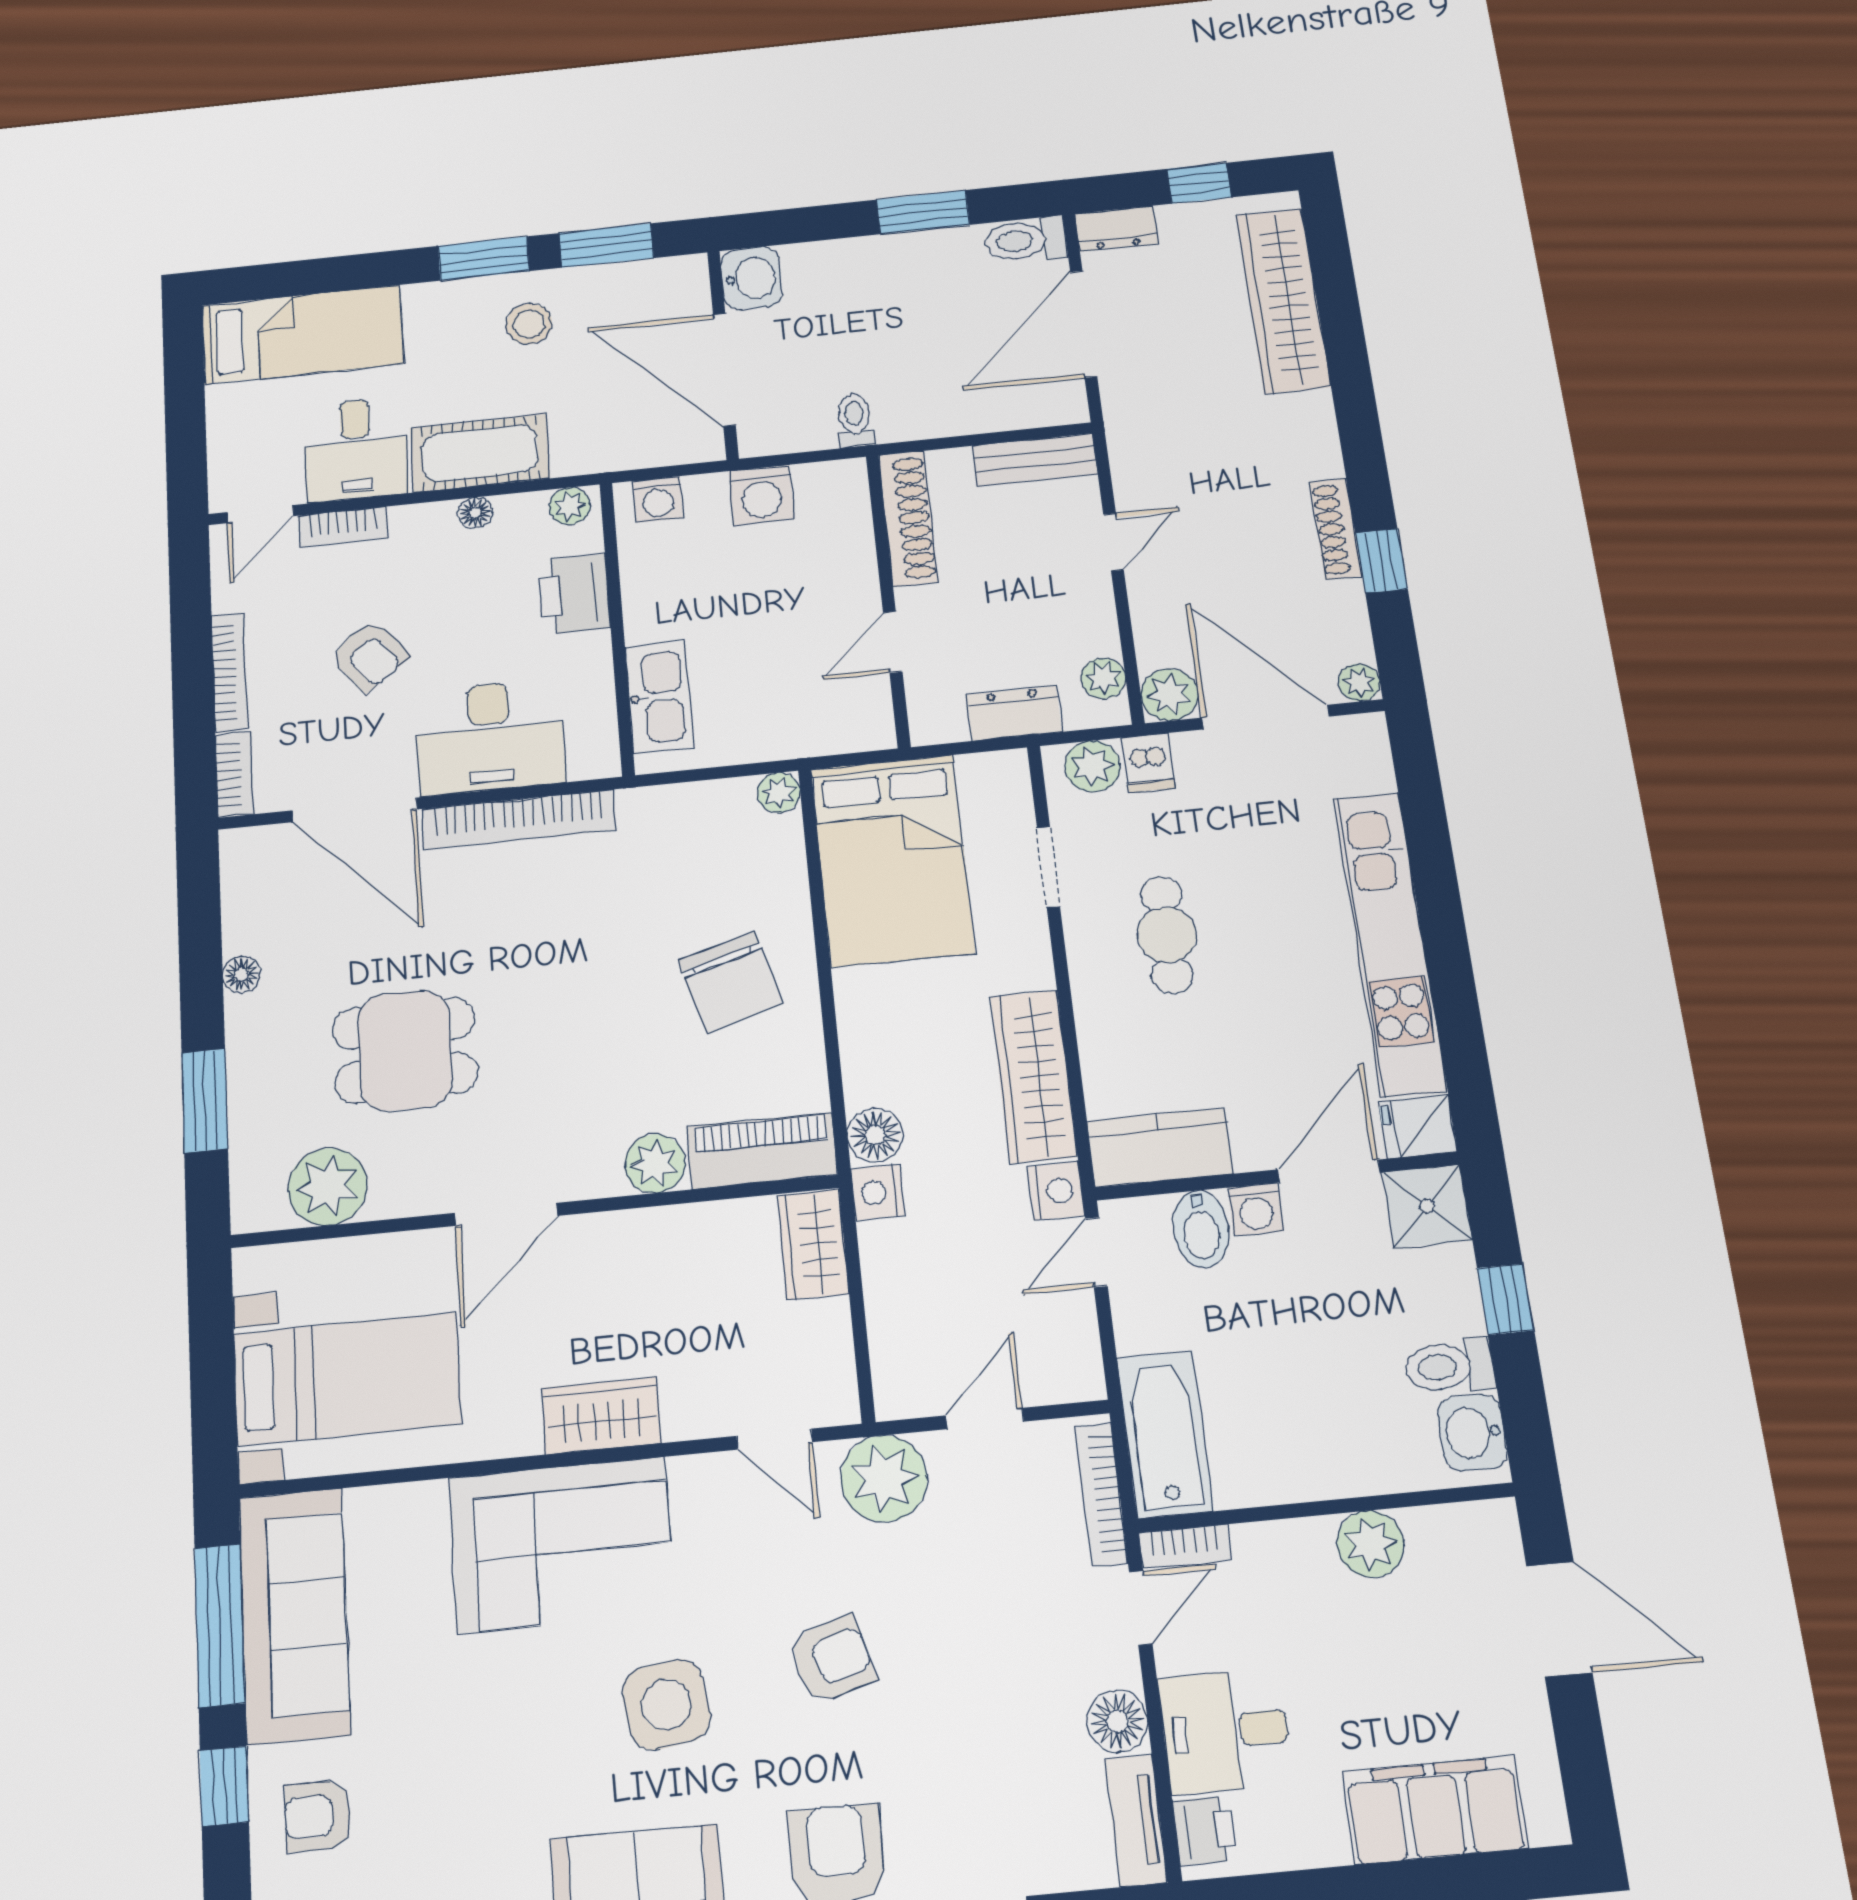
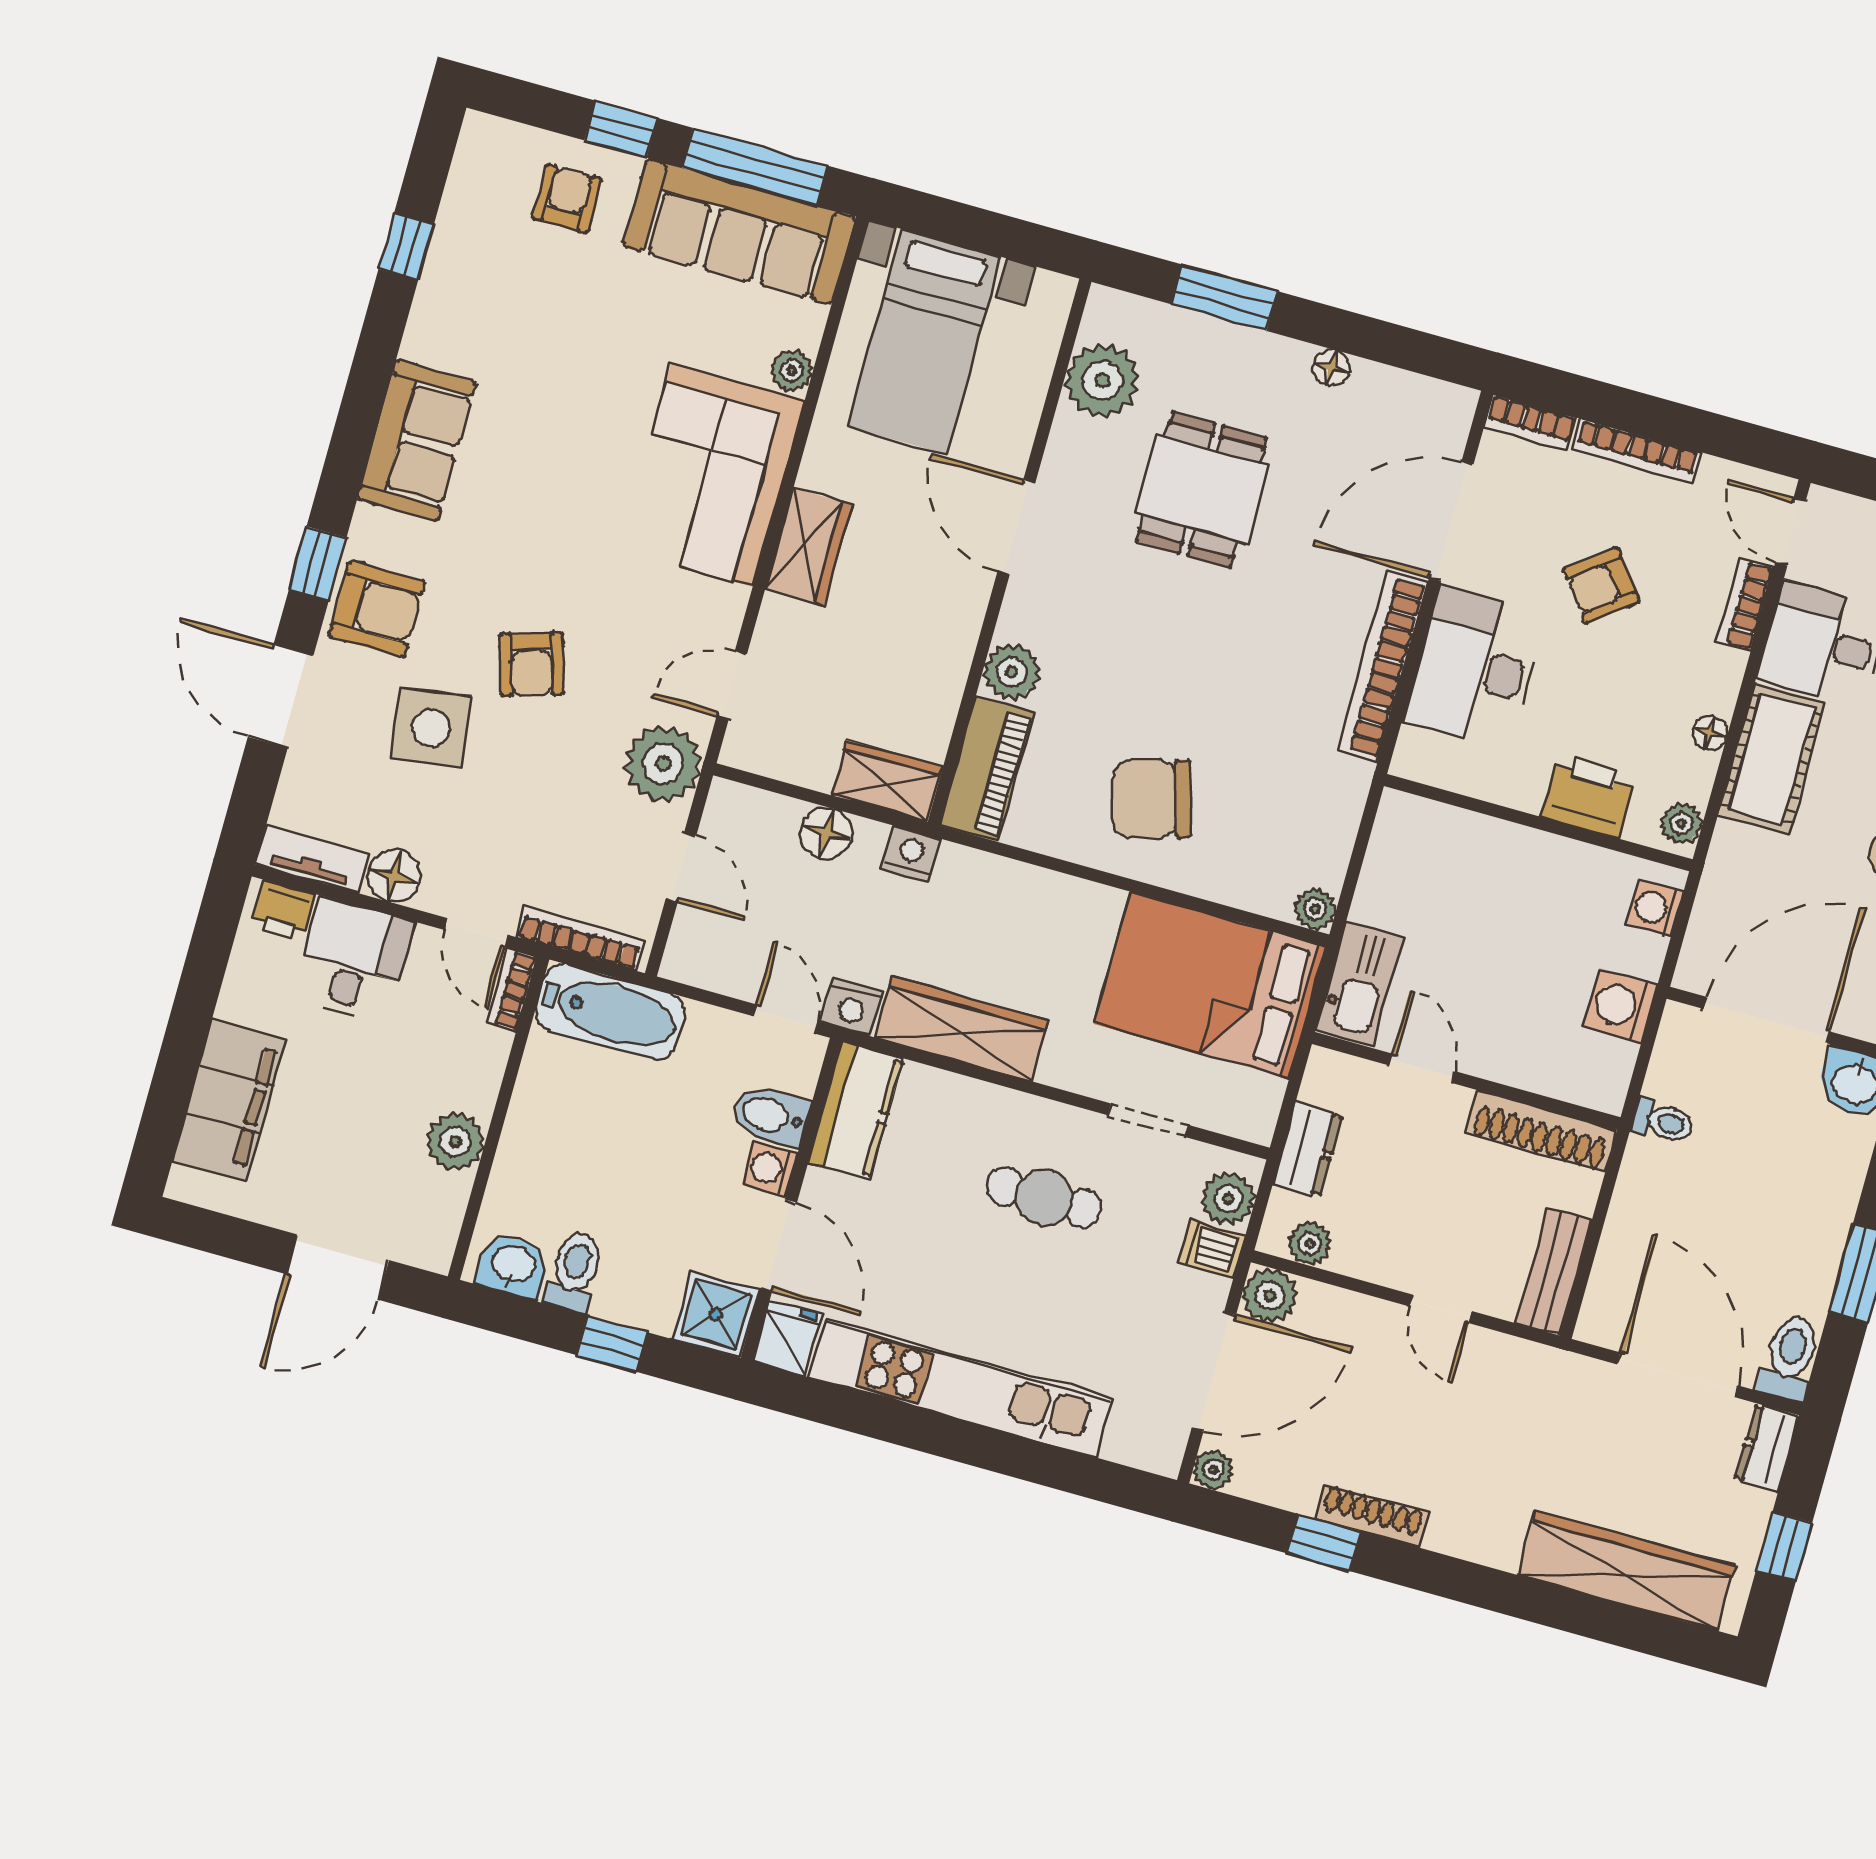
kitchen sink: (659, 697) -> (1360, 983), moved, turned -90
floor lamp: (875, 1135) -> (826, 834), moved
plant: (423, 1503) -> (792, 370), added
side table: (666, 1704) -> (431, 728), moved

